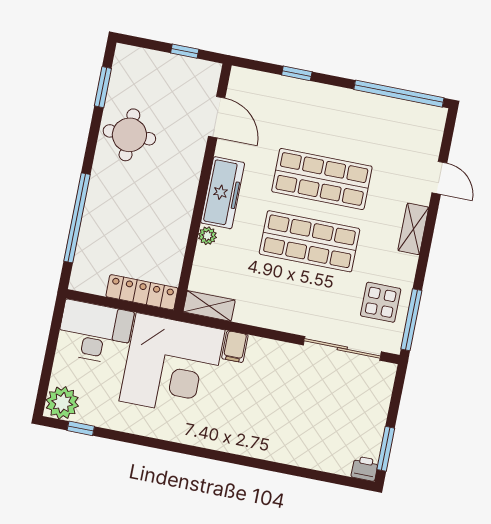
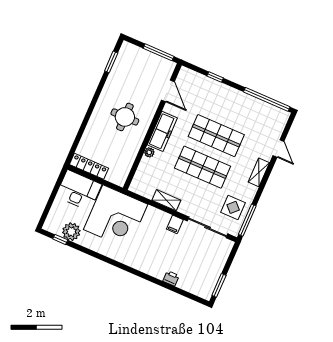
window: (185, 51) -> (159, 52), width x2.17
round table: (129, 135) -> (125, 117), moved
window: (77, 218) -> (82, 128), removed
locker: (142, 292) -> (89, 166), moved
shelving: (209, 306) -> (166, 200), moved
filing cabinet: (235, 347) -> (175, 224), moved
plant: (62, 403) -> (71, 232), moved
printer: (365, 469) -> (171, 278), moved

